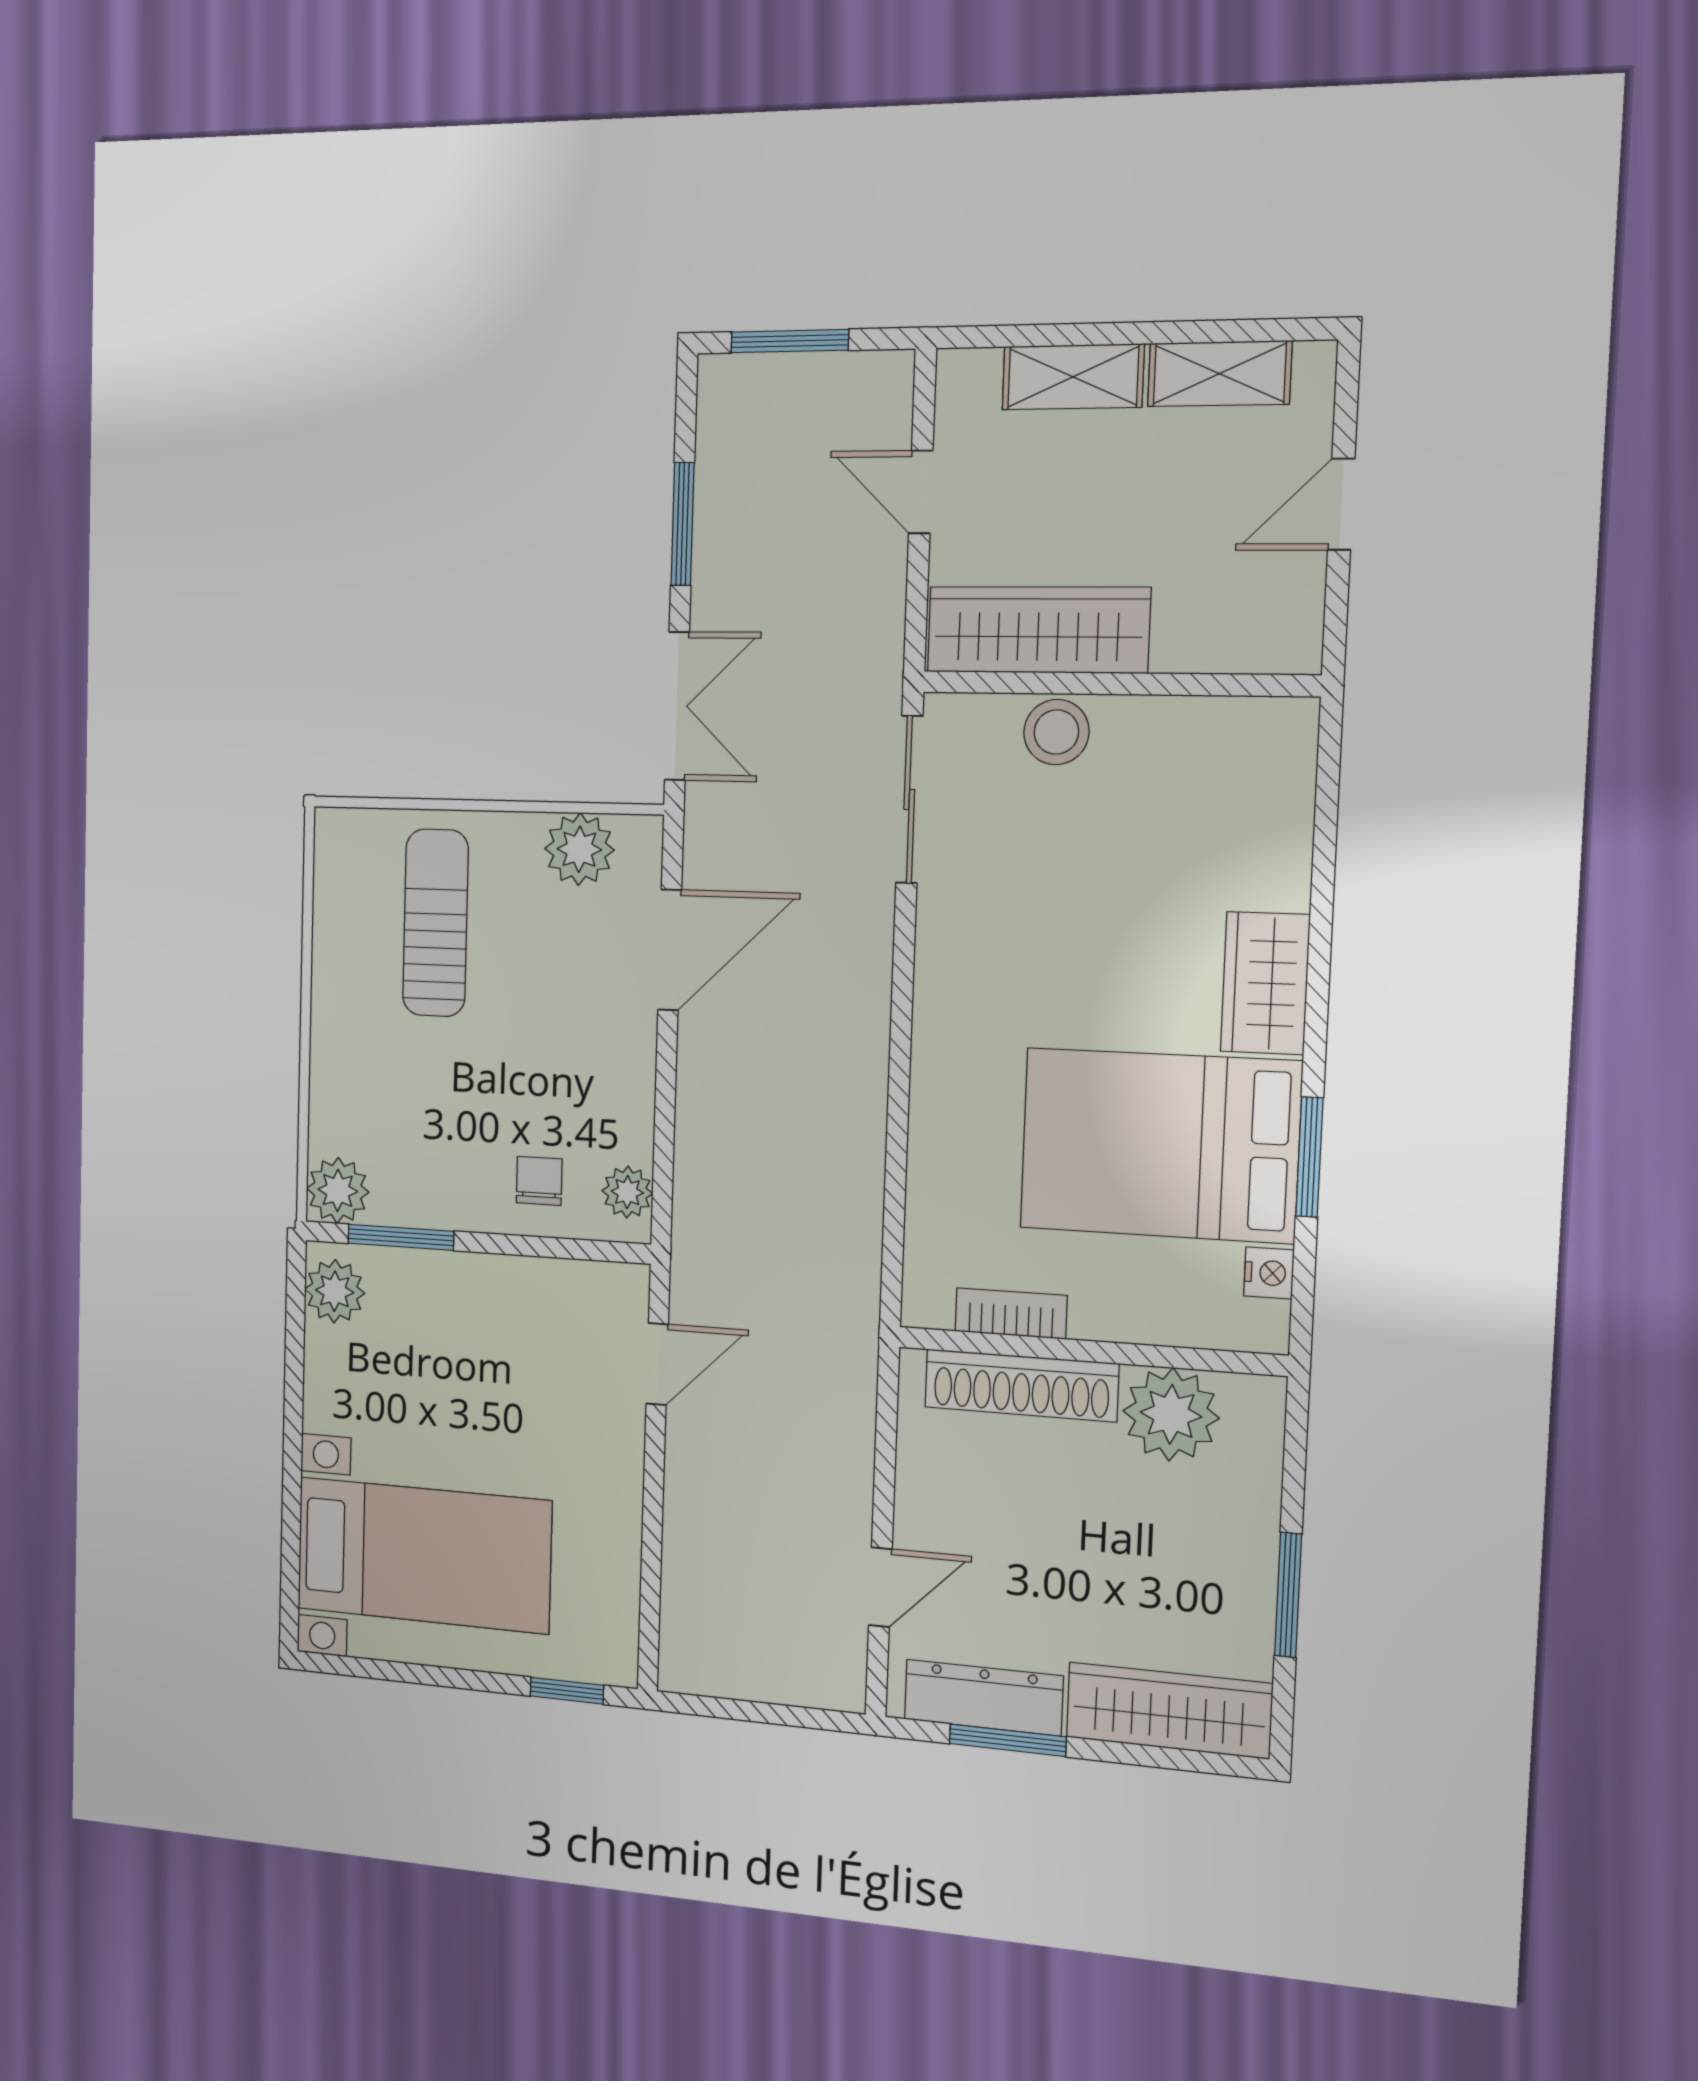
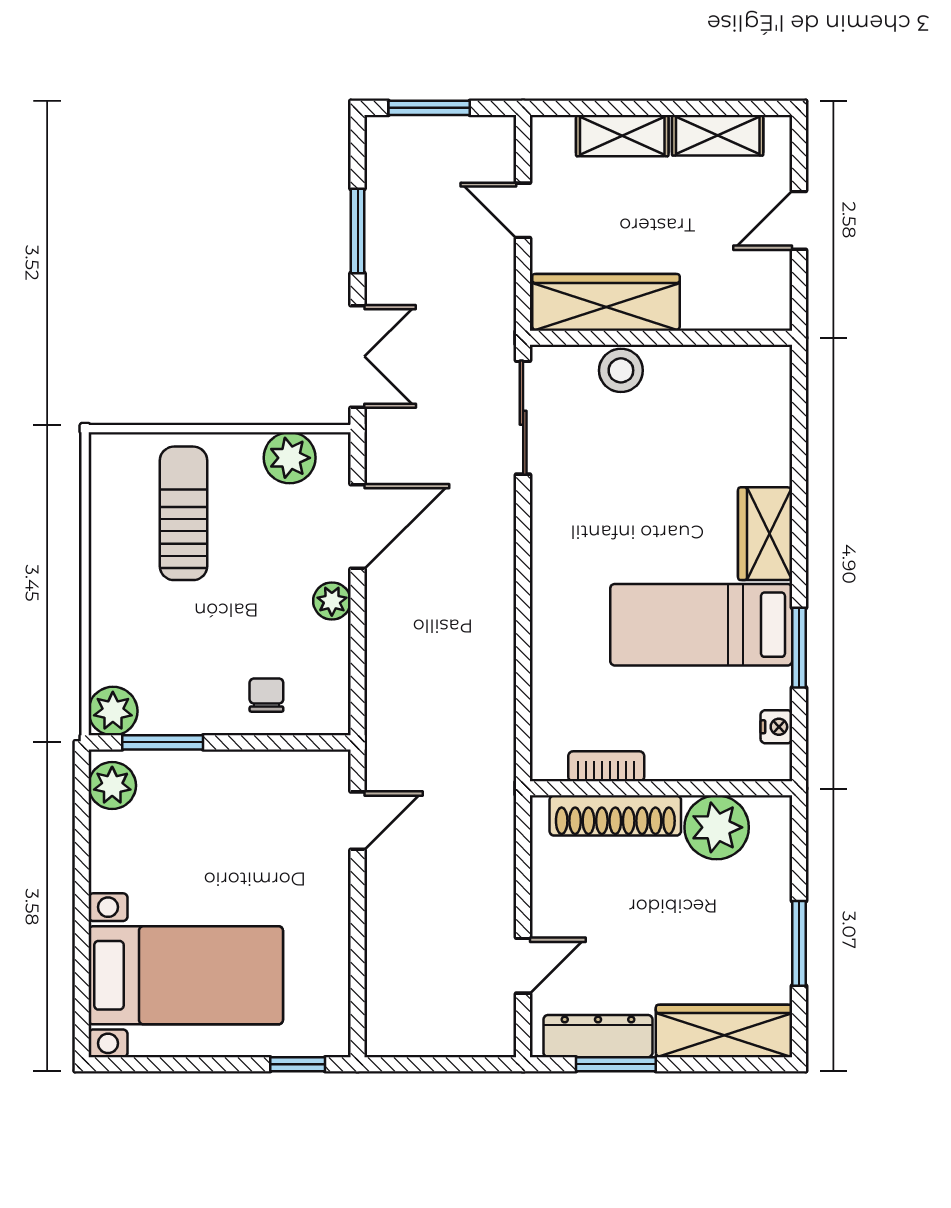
bed: (1160, 1145) -> (701, 625), width x0.67
plant: (627, 1192) -> (332, 601), moved

